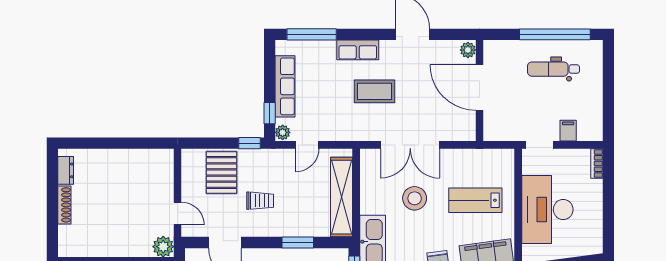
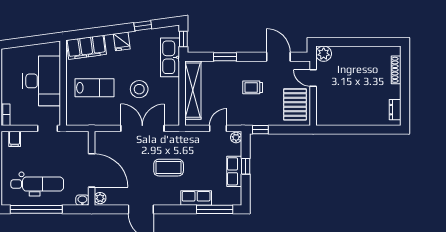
washbasin: (492, 47) -> (82, 200), added
row of seats: (358, 50) -> (196, 198), moved
dental chair: (553, 69) -> (37, 184), width x1.36, depth x1.38
row of seats: (285, 86) -> (234, 171), width x0.68
window: (270, 113) -> (246, 166), moved
filing cabinet: (568, 131) -> (15, 139), moved
pallet: (222, 173) -> (295, 104), moved
shoe rack: (64, 205) -> (396, 70), moved

